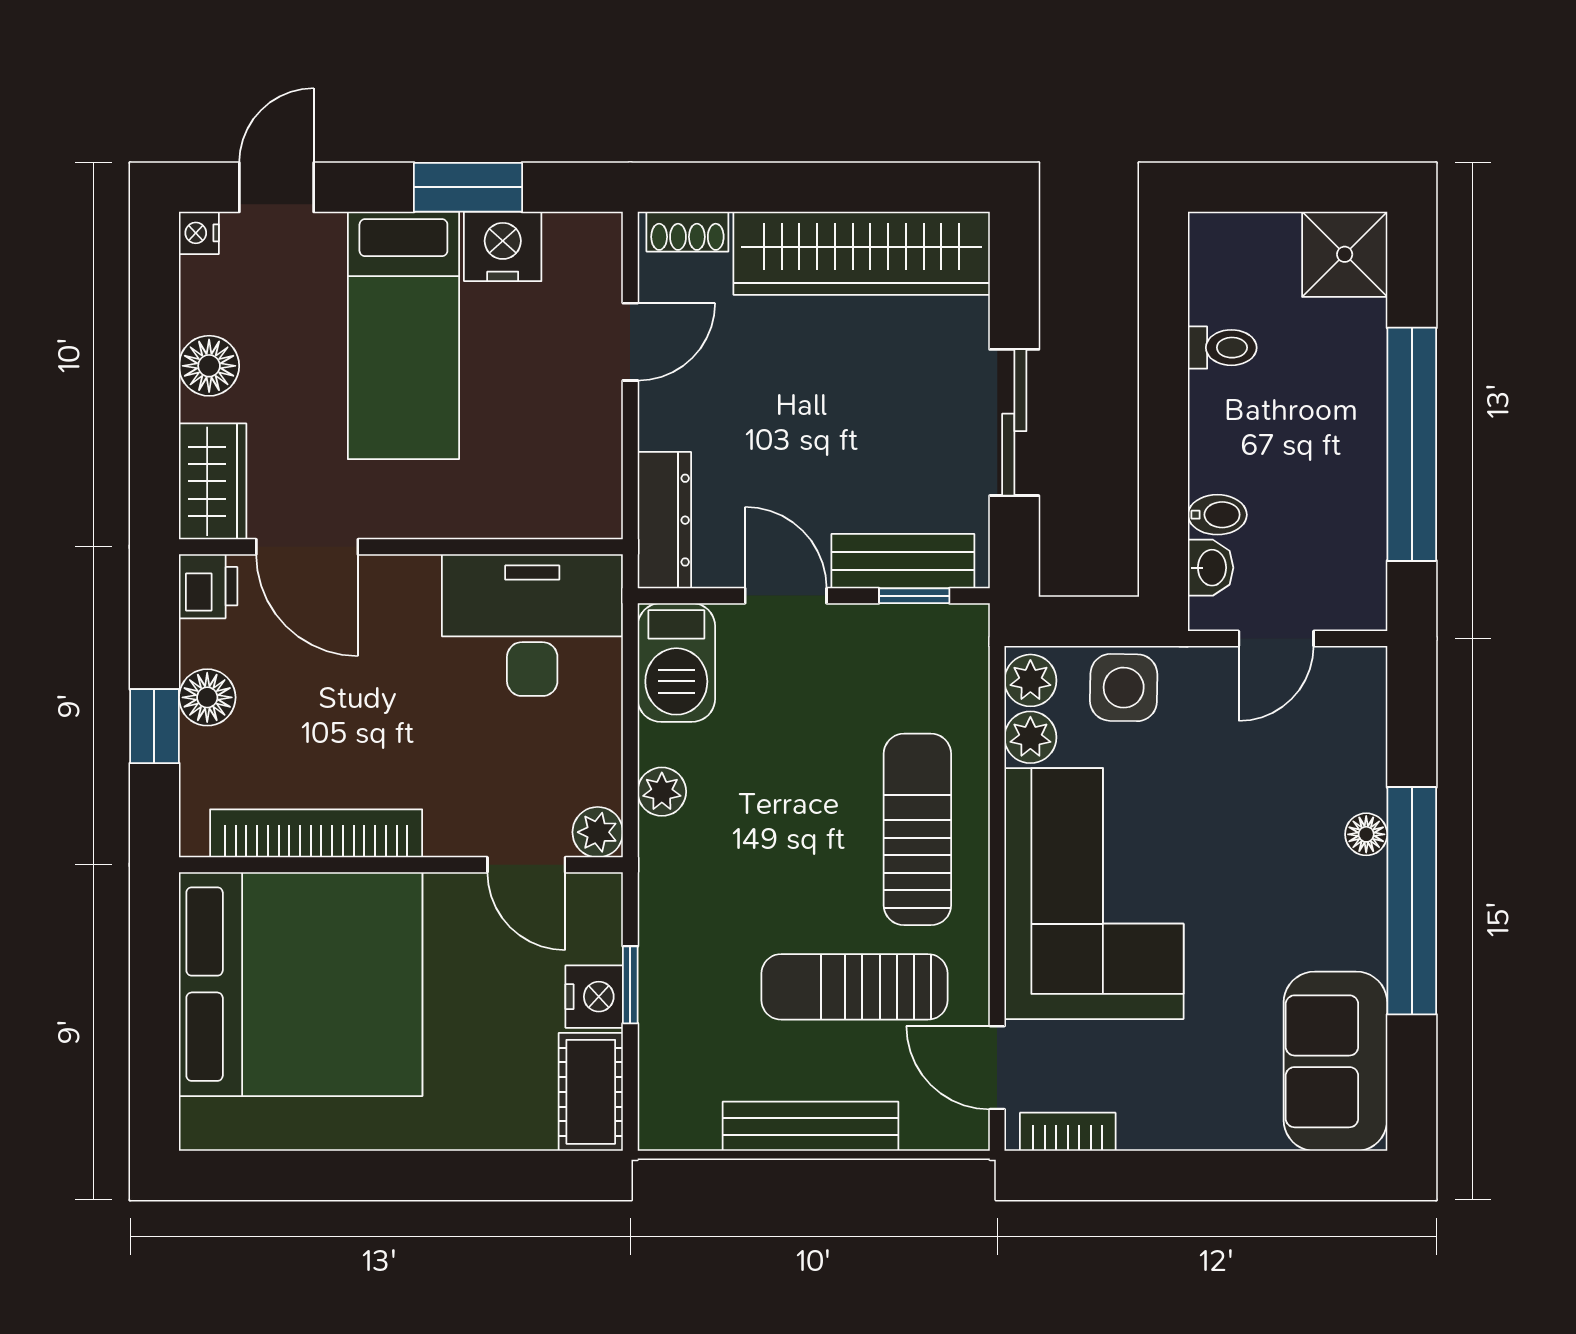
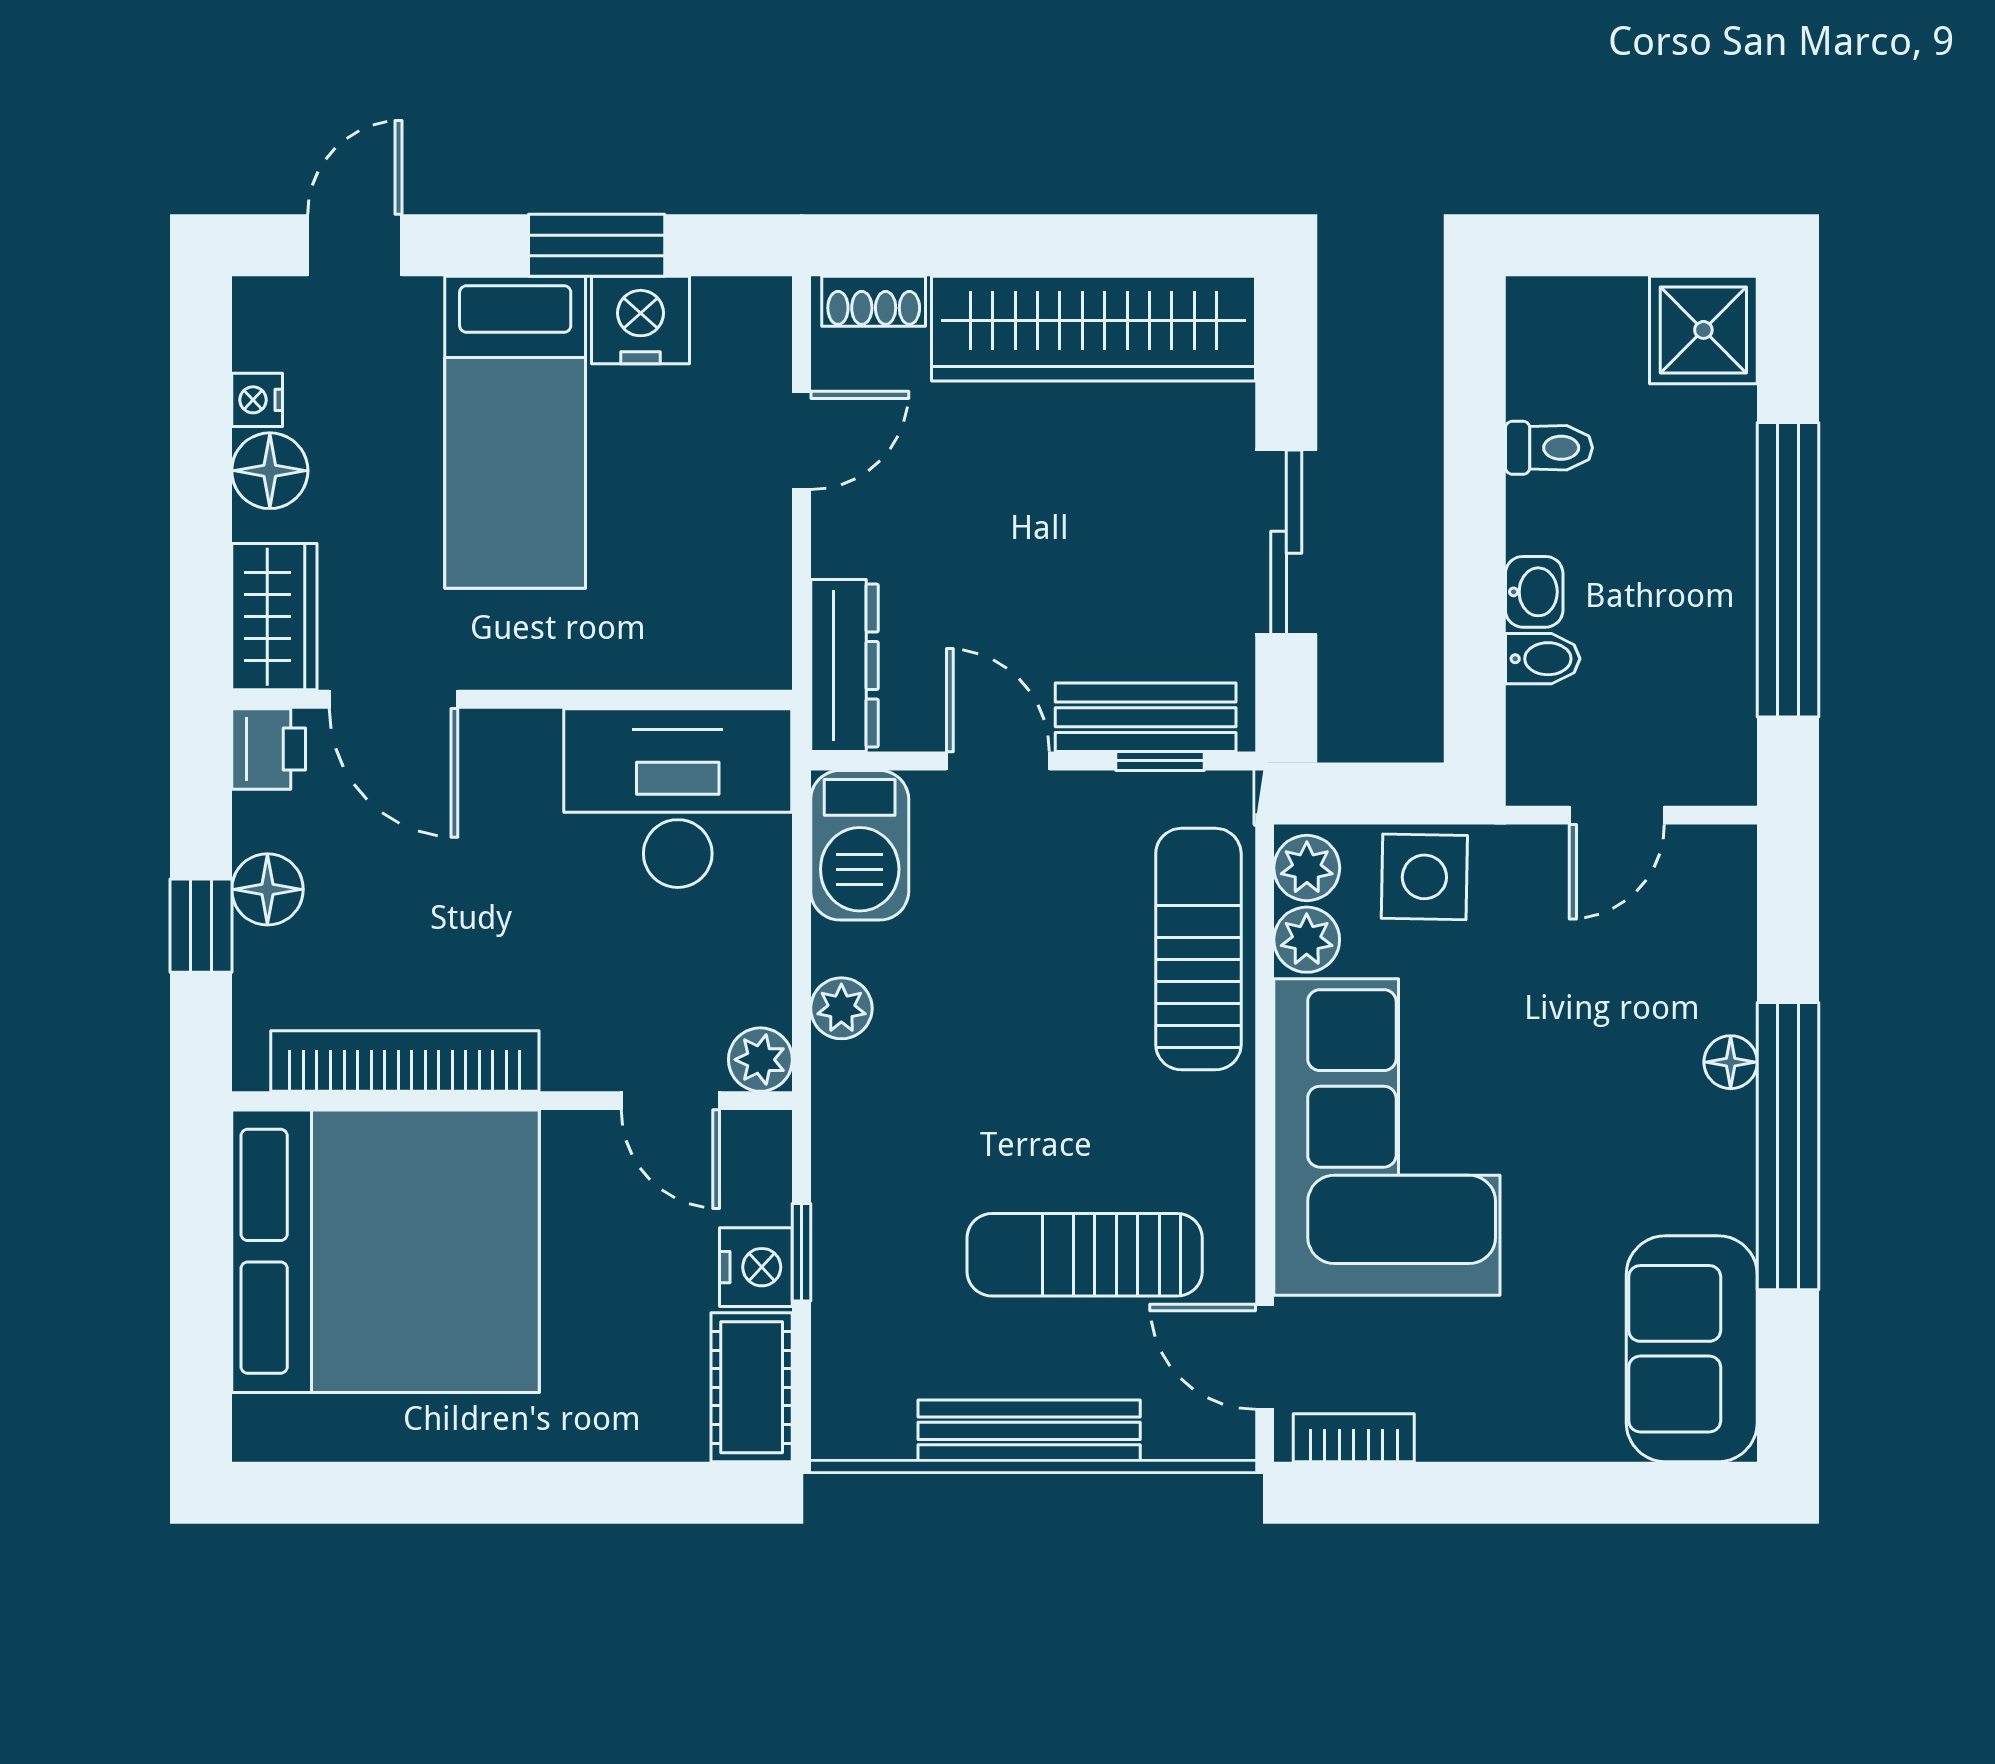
nightstand: (199, 233) -> (257, 400), moved
washbasin: (1211, 568) -> (1534, 592), moved
sun lounger: (917, 829) -> (1198, 949), moved

